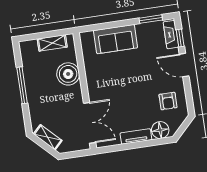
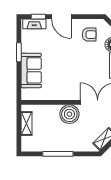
window: (151, 19) -> (19, 52), moved
door: (184, 65) -> (61, 17), hinge flipped
boiler: (68, 74) -> (69, 114), moved

